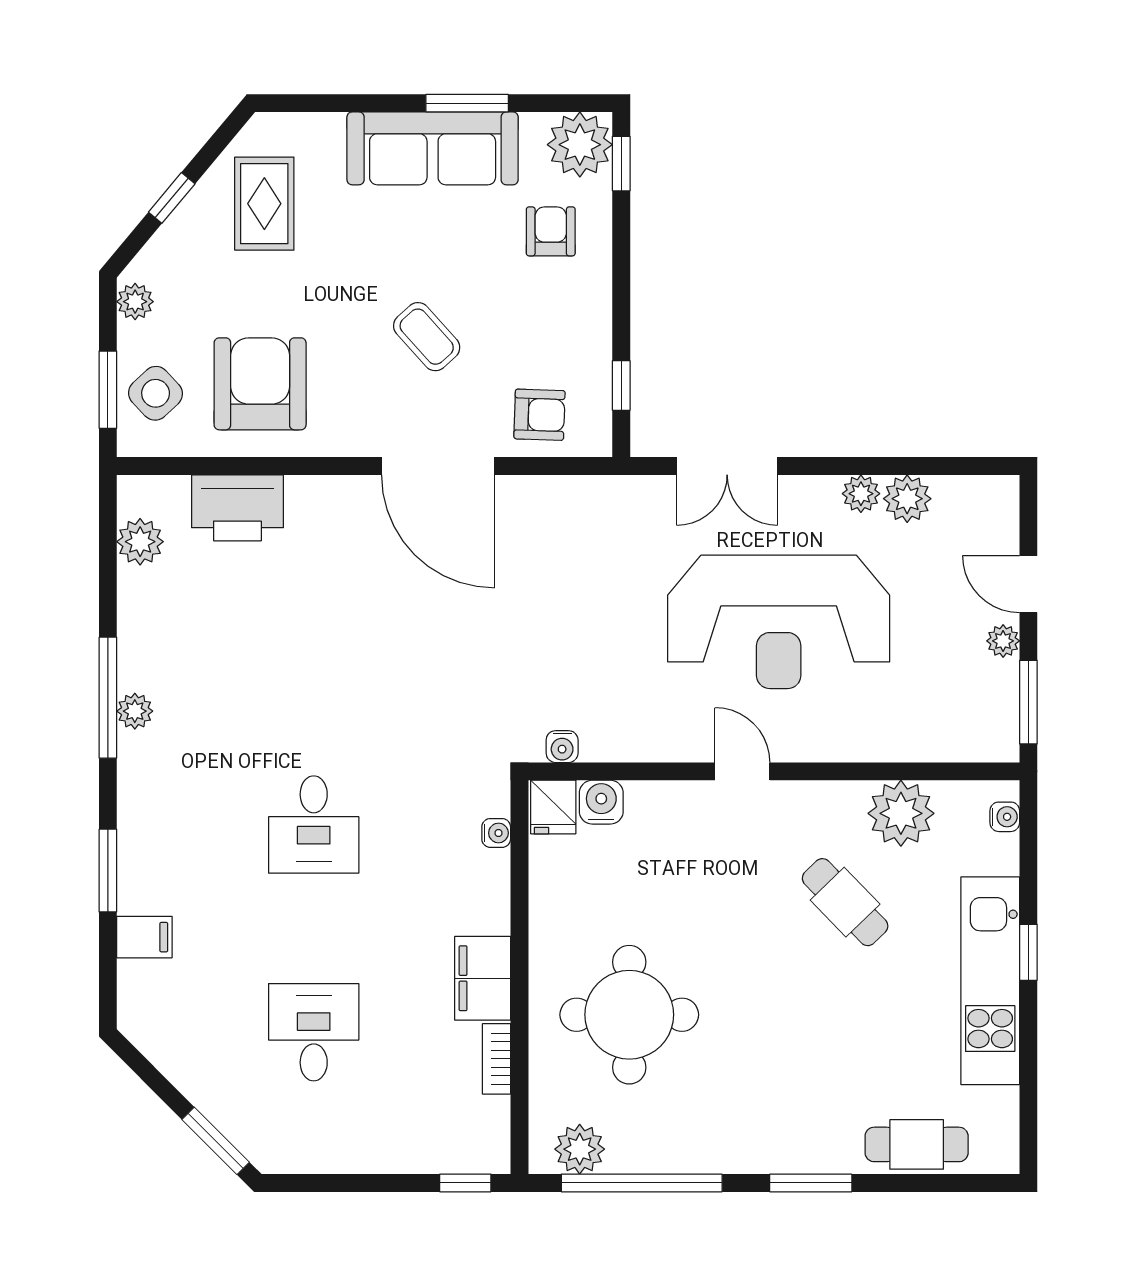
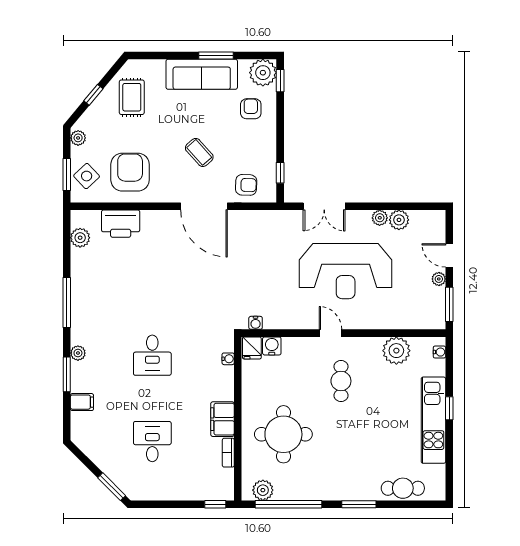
plant: (135, 711) -> (78, 353), moved
cafe table: (845, 902) -> (341, 381), moved, turned 44

